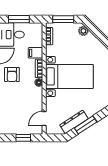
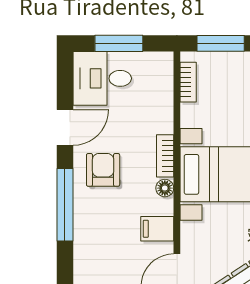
filing cabinet: (36, 53) -> (157, 229), moved
armchair: (12, 75) -> (103, 170), turned 180

